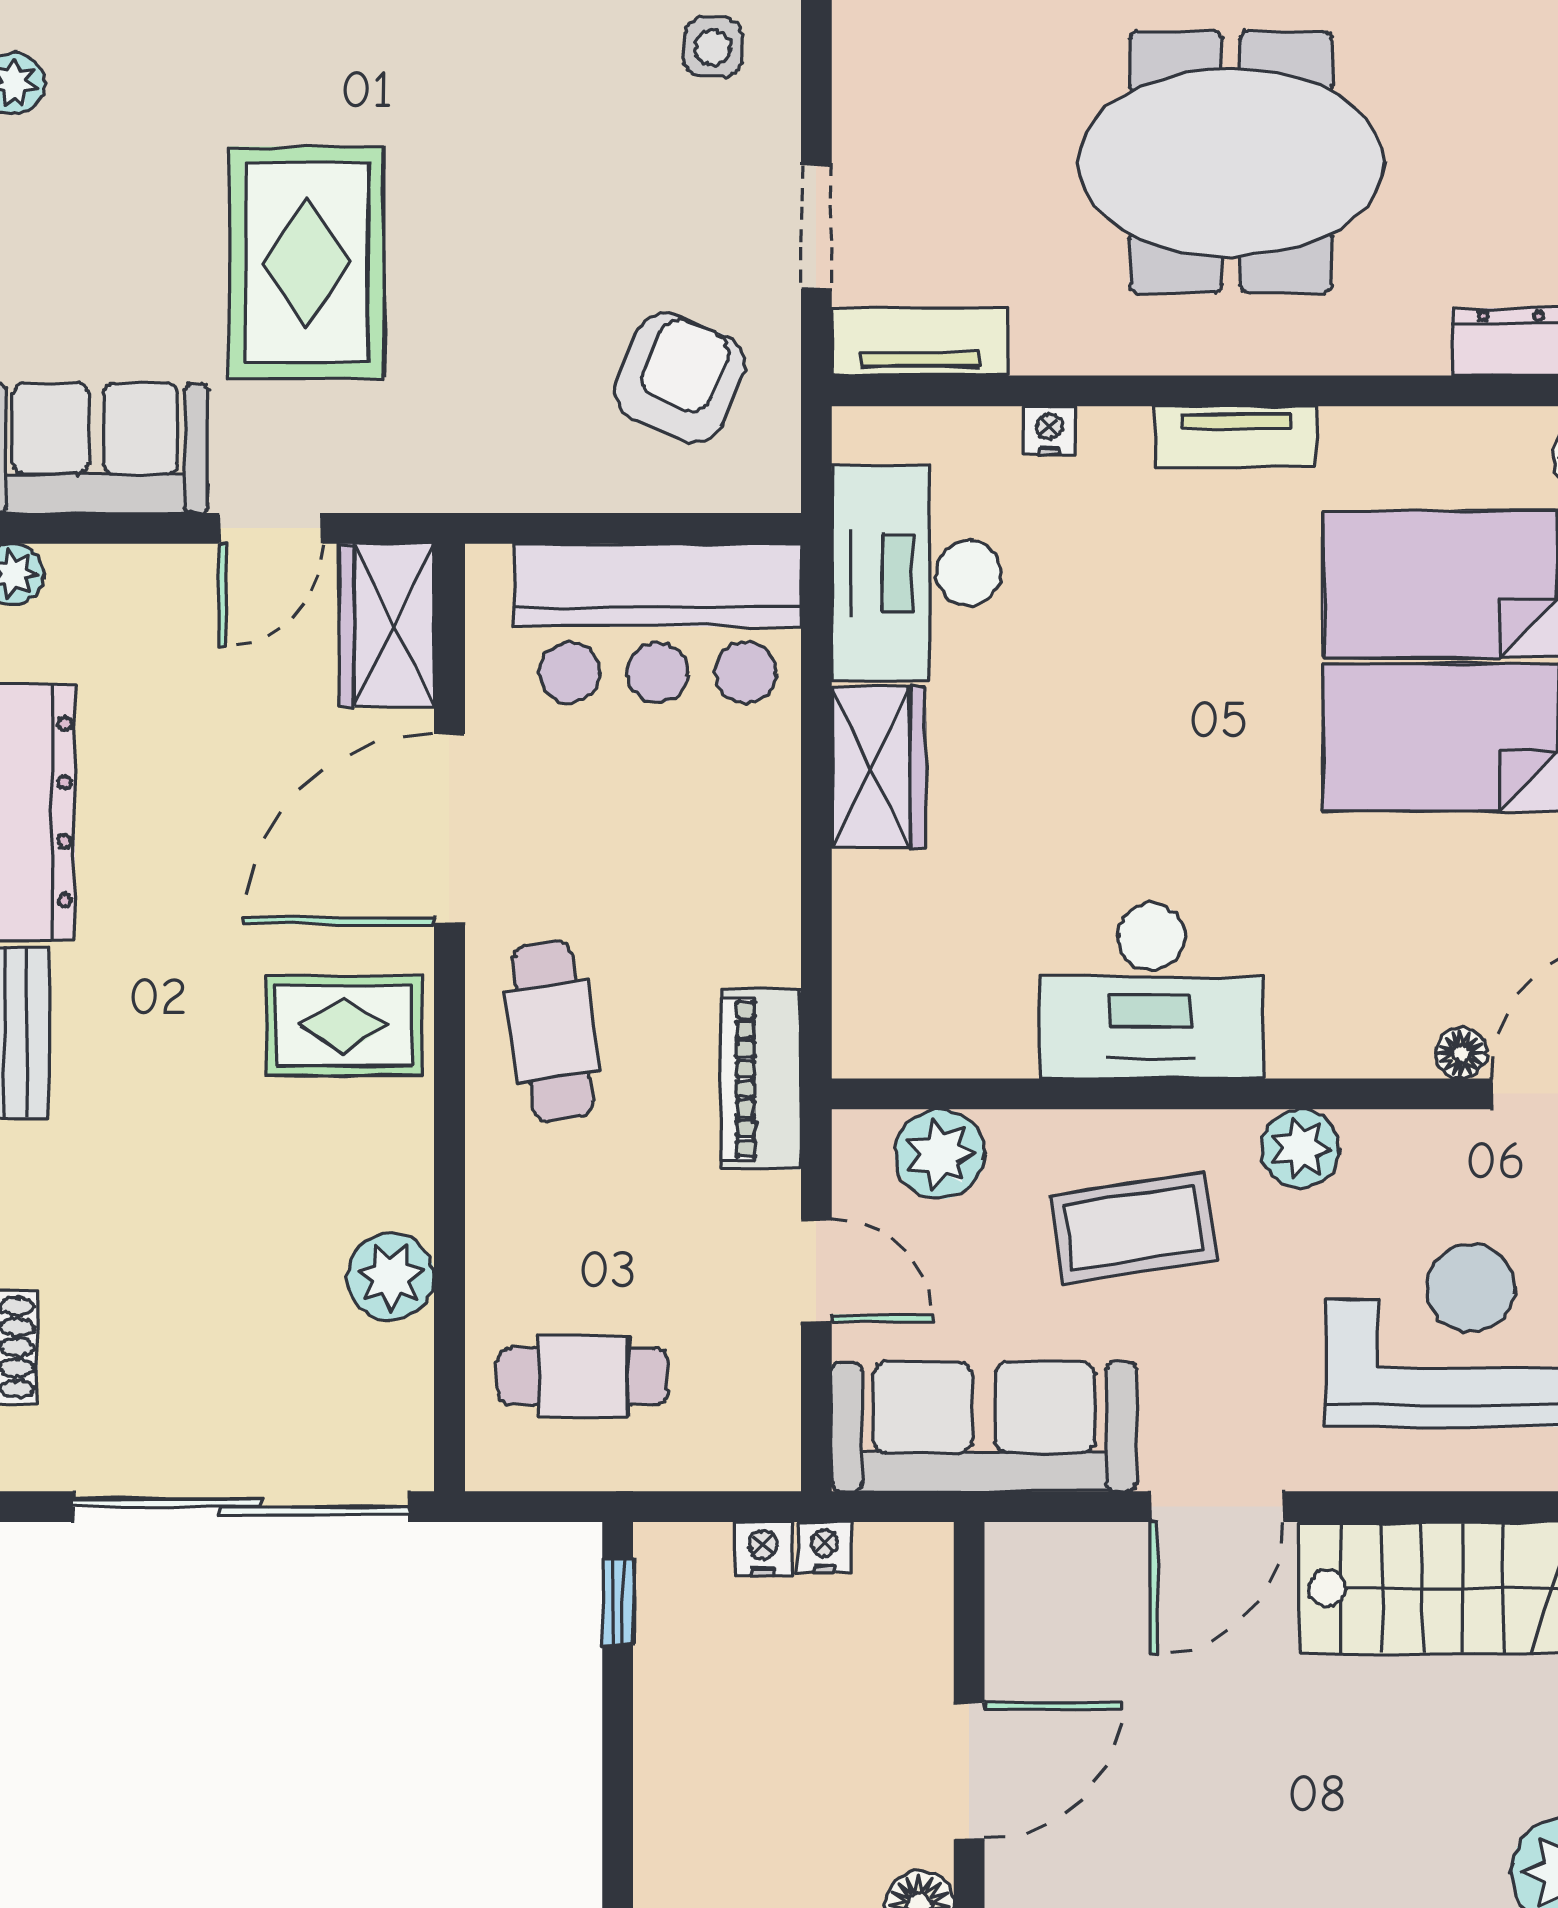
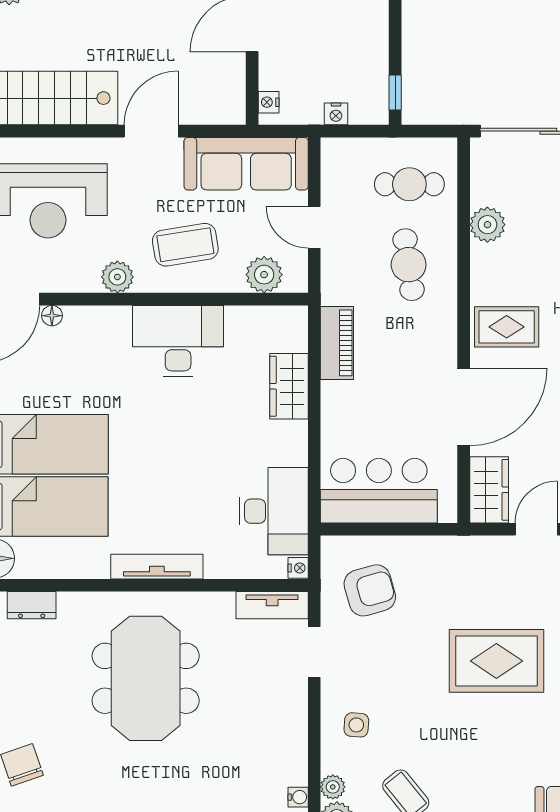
meeting table: (1231, 162) -> (146, 678), turned 90
rug: (307, 262) -> (496, 661), moved, turned 90
armchair: (680, 378) -> (370, 590), turned -129
nightstand: (1050, 430) -> (298, 568), moved, turned -90
tv unit: (1236, 437) -> (157, 567), width x1.41
wardrobe: (878, 767) -> (289, 386), moved
cafe table: (553, 1031) -> (409, 265), moved
piano: (761, 1079) -> (337, 343), moved
nightstand: (824, 1547) -> (269, 102), moved, turned 90

